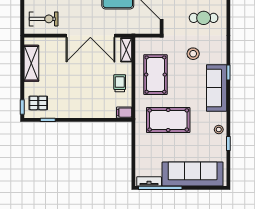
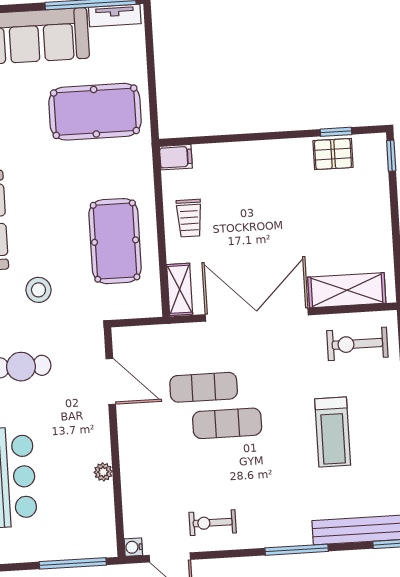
shelving: (31, 63) -> (347, 290), moved, turned 90
pallet: (38, 103) -> (333, 154), moved
pool table: (168, 120) -> (95, 112), moved

